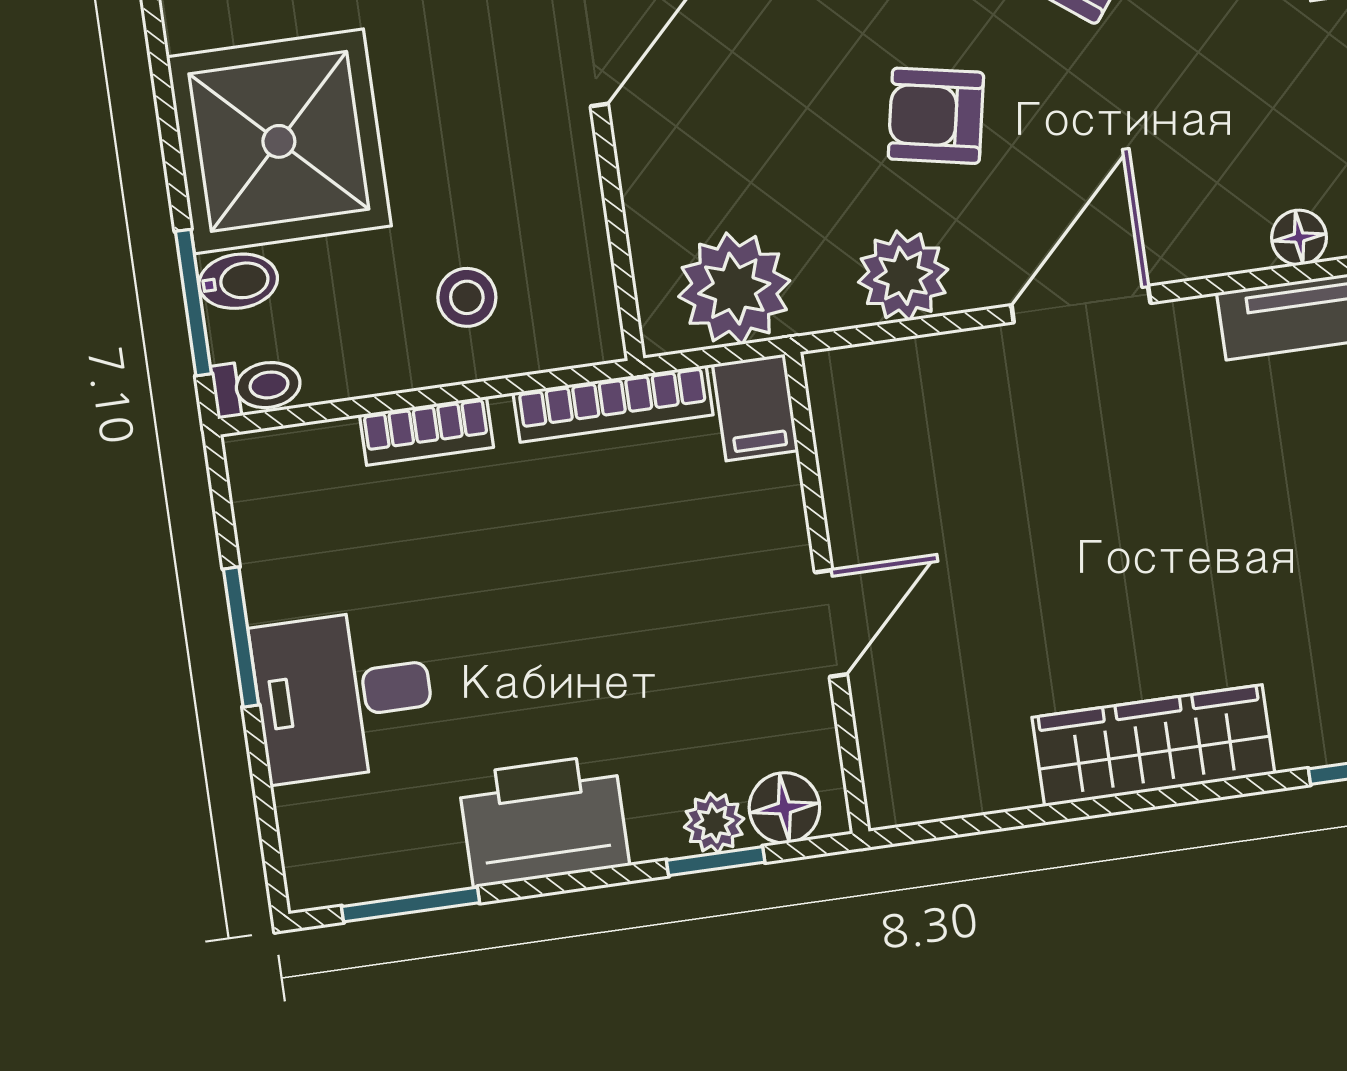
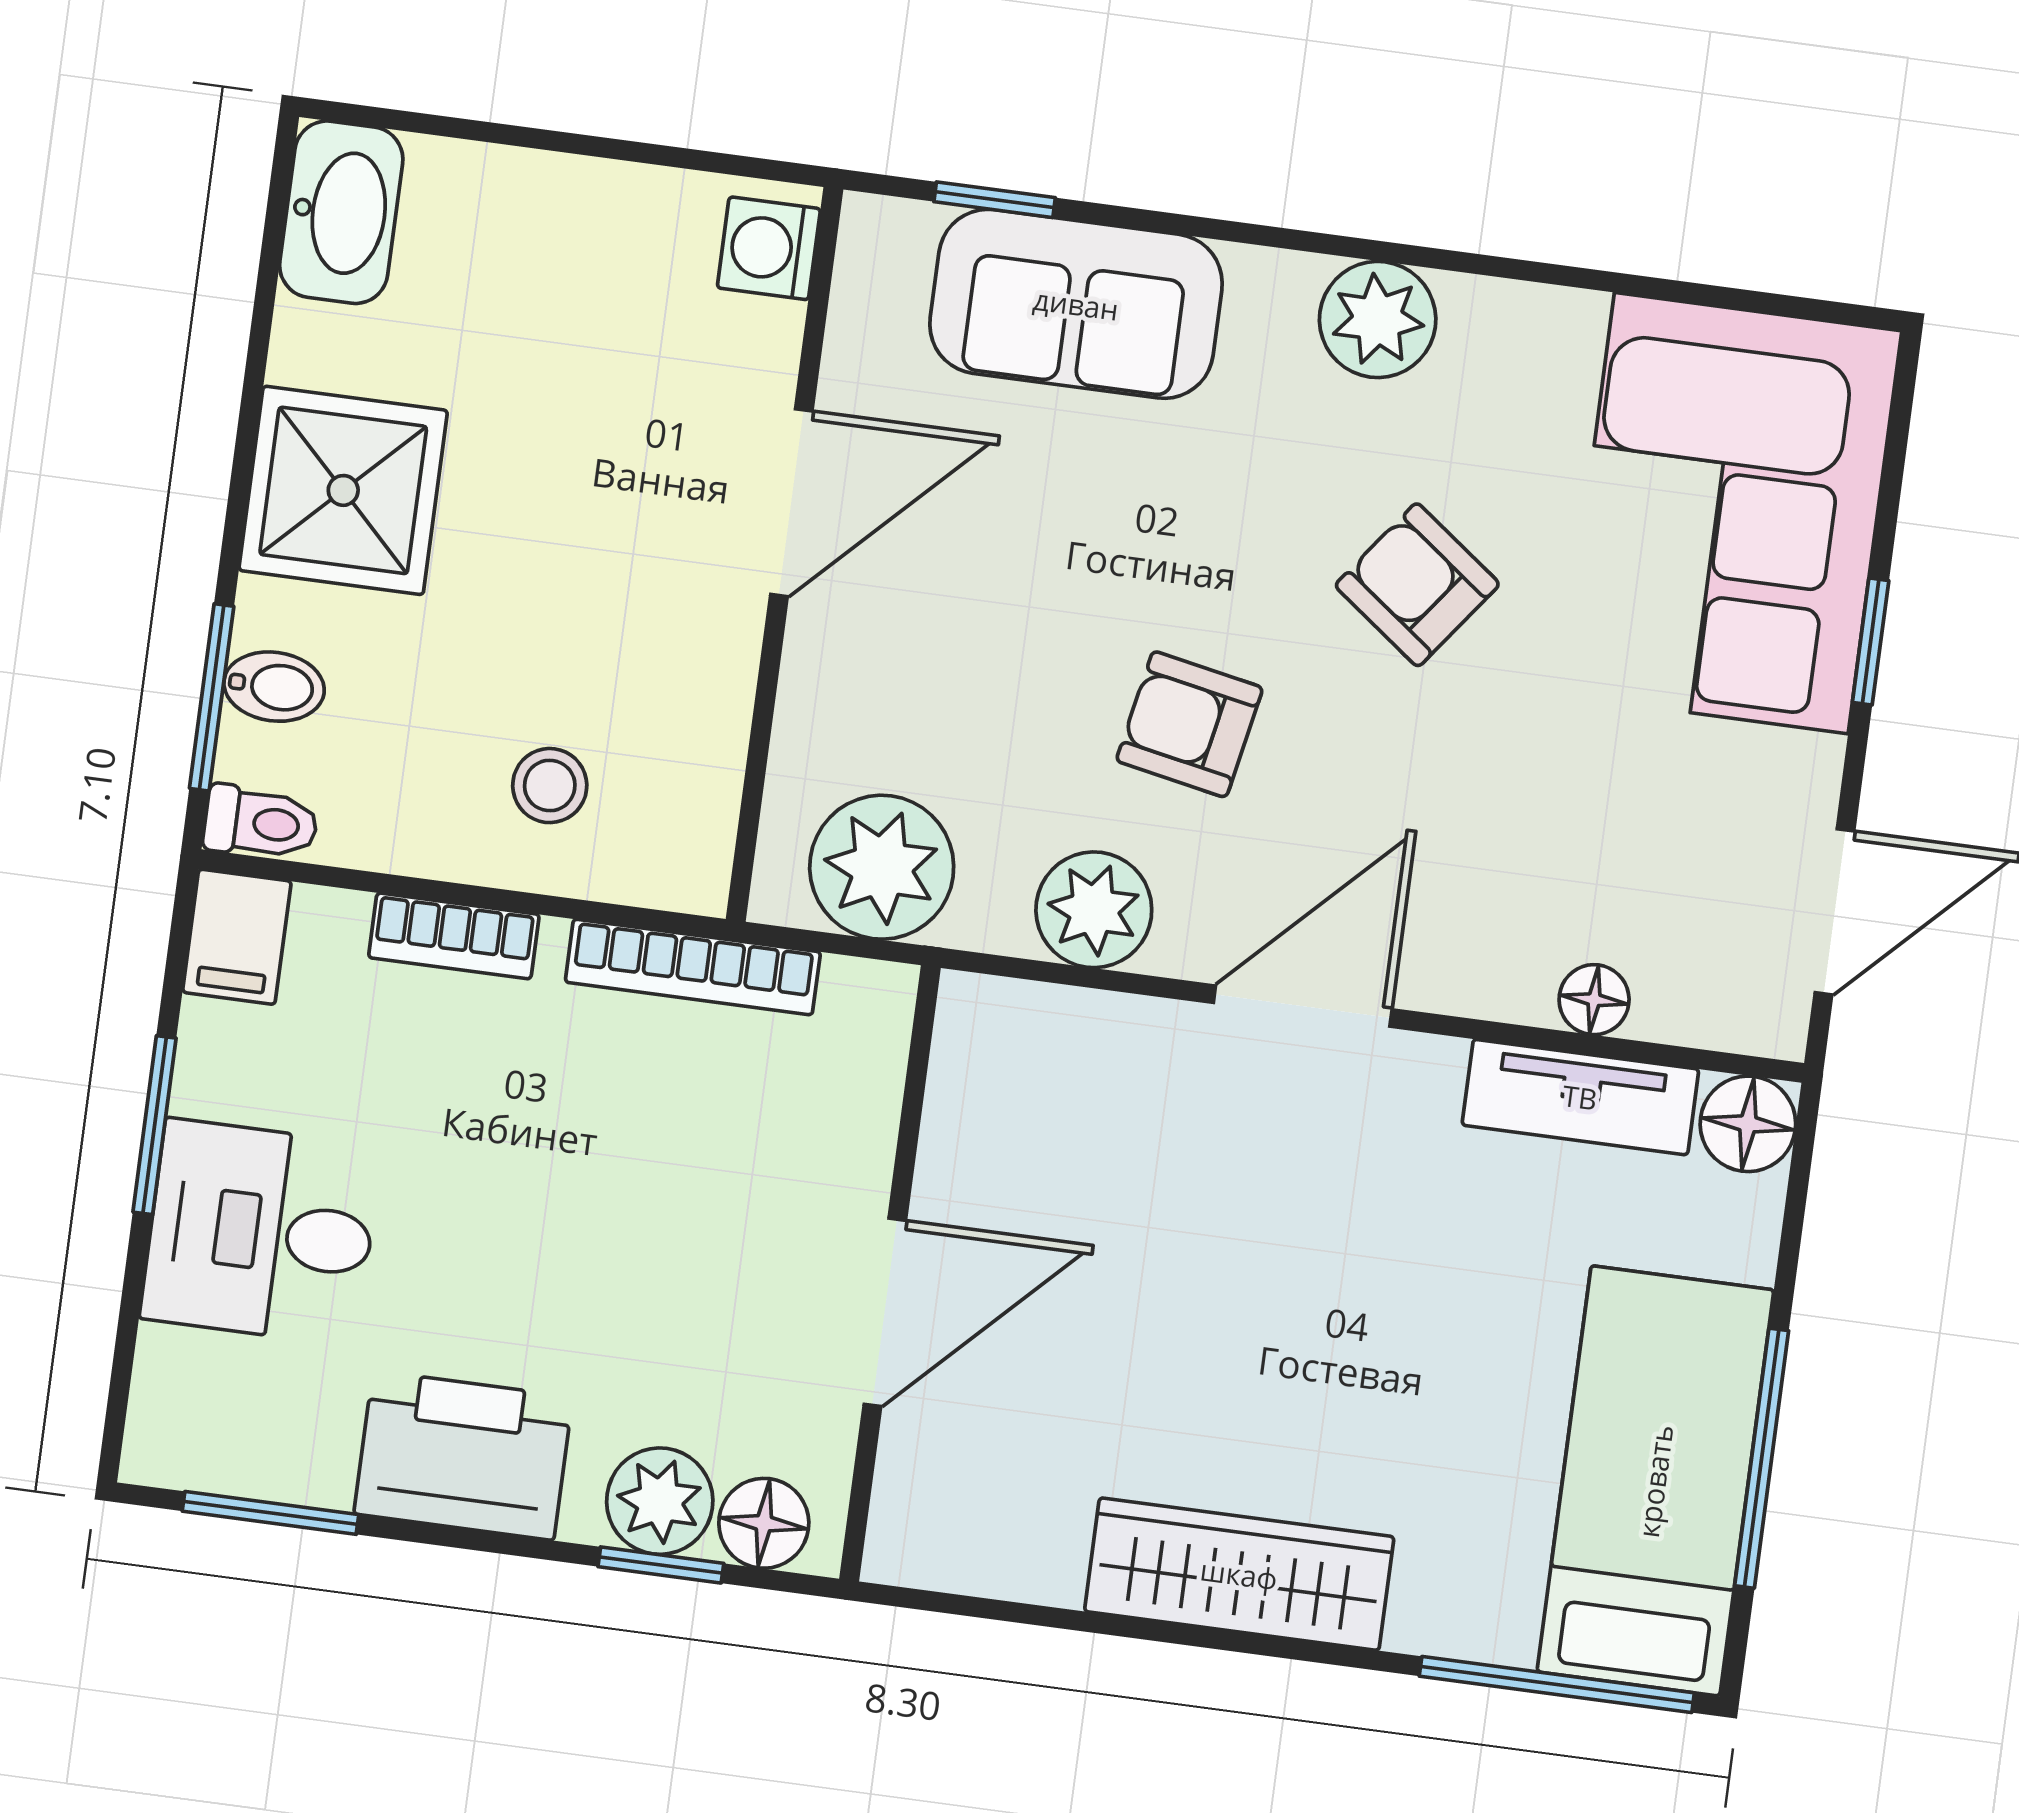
shower: (279, 141) -> (343, 490), width x0.73, depth x0.73
filing cabinet: (755, 408) -> (237, 937), moved
door: (831, 623) -> (885, 1312), width x1.38
plant: (714, 823) -> (660, 1501), width x1.38, depth x1.38

